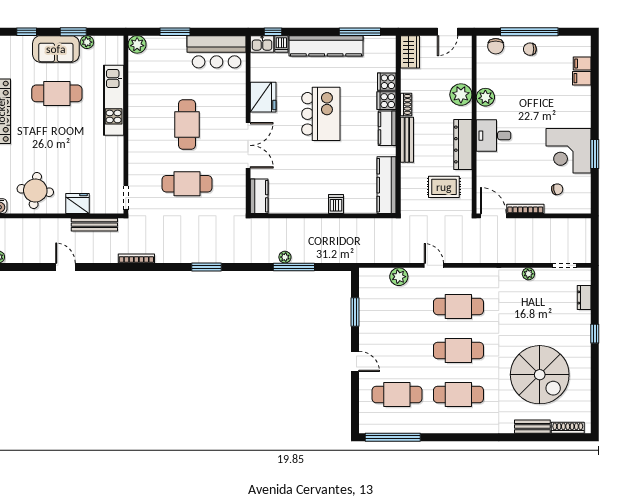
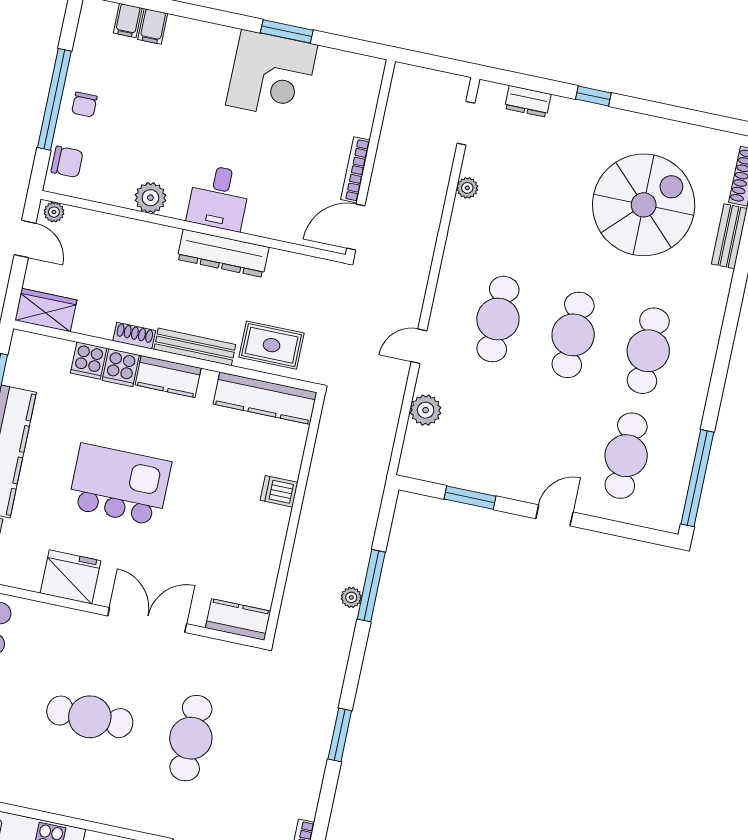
plant: (461, 95) -> (54, 212), moved, width x0.53, depth x0.53
rug: (444, 187) -> (272, 345), moved, turned 90
chair: (557, 189) -> (333, 108), removed

